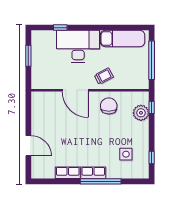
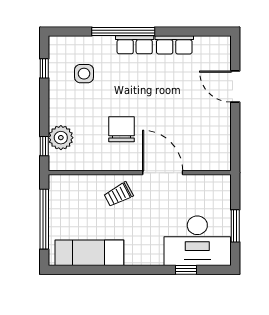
desk: (78, 46) -> (197, 241), moved
chair: (109, 106) -> (122, 129), moved, turned 180

